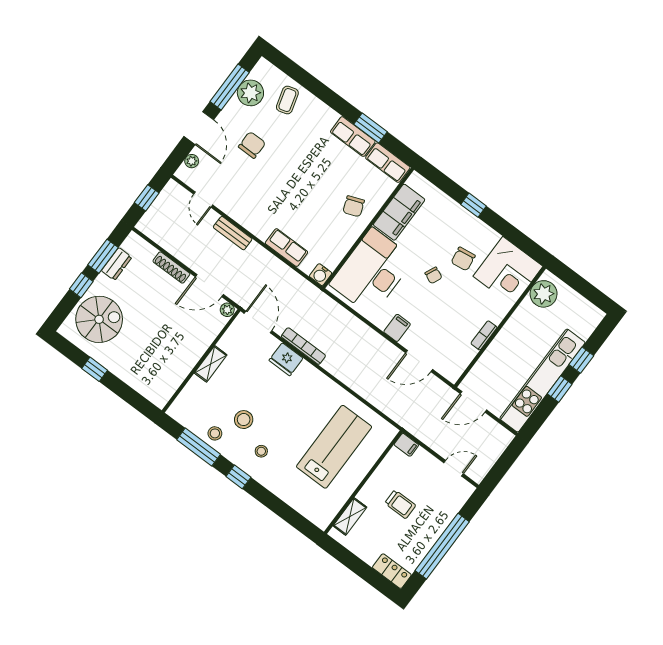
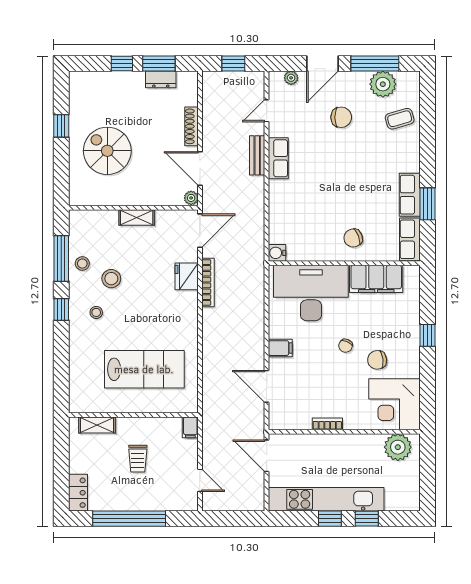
row of seats: (286, 248) -> (278, 158), moved
spiral stairs: (99, 319) -> (107, 151), moved, turned 180

